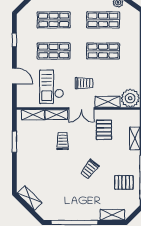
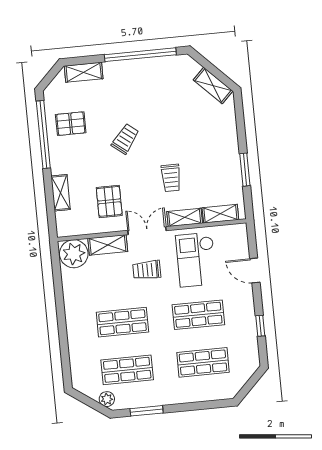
checkout: (52, 87) -> (196, 260), turned 180

